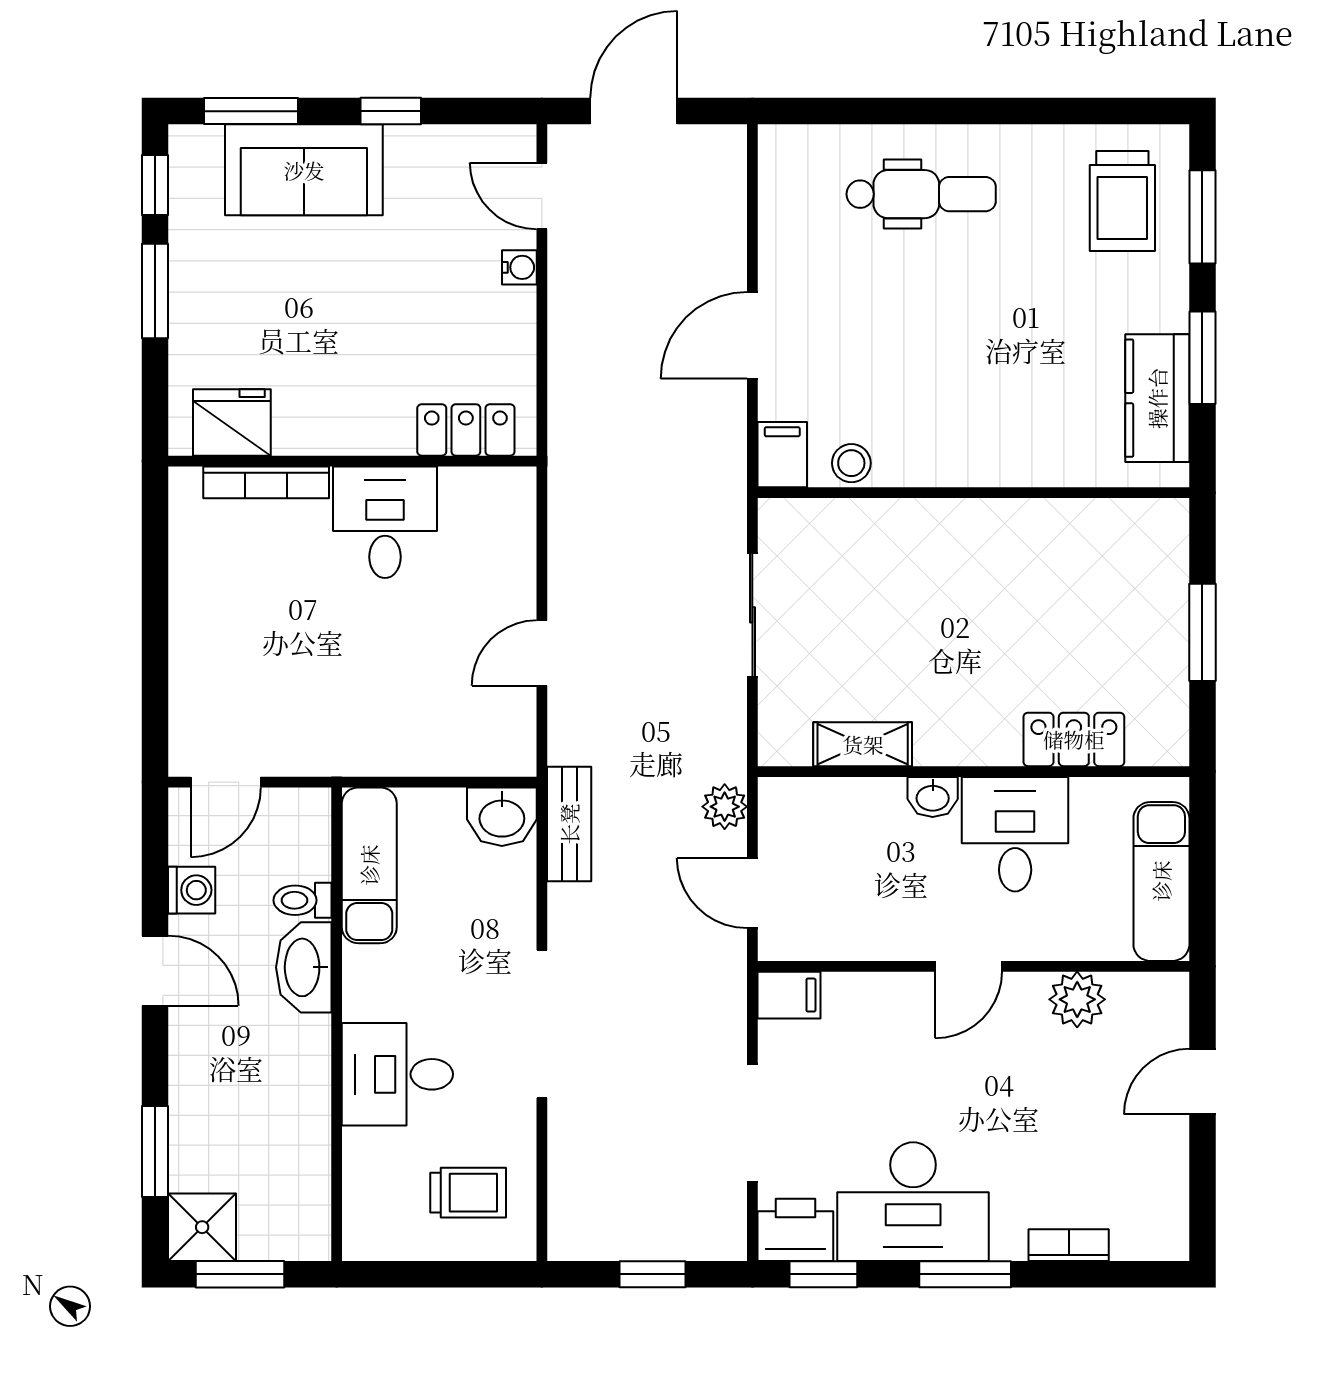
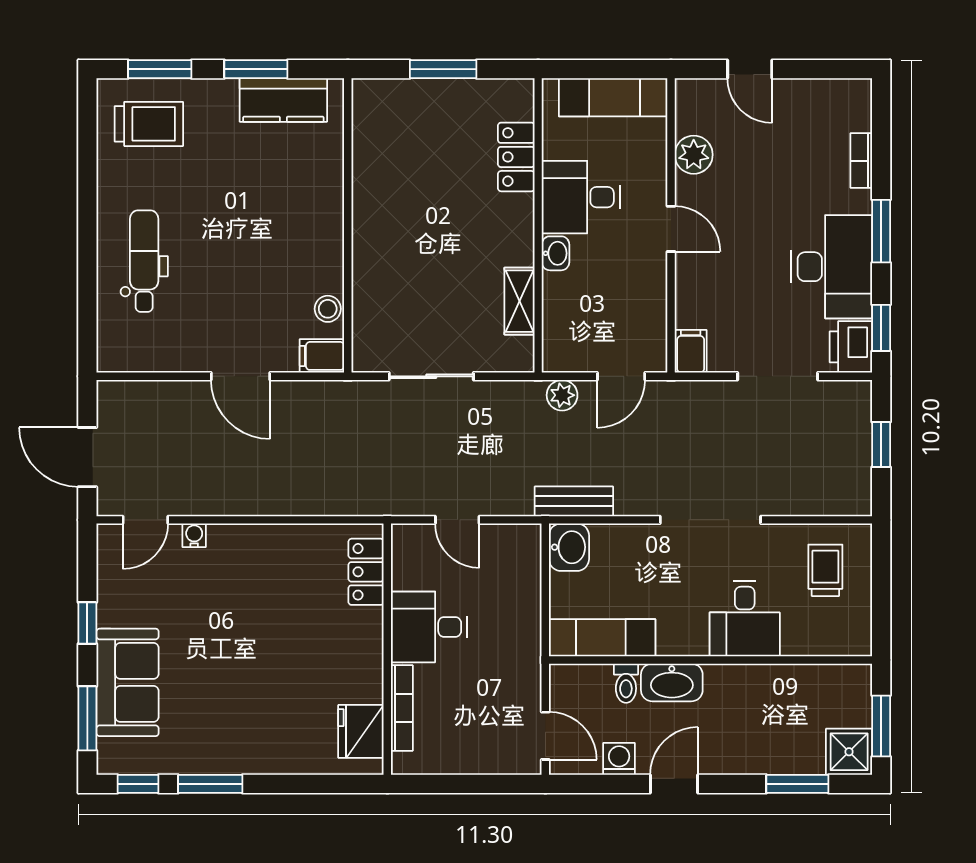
fridge: (232, 422) -> (361, 731), moved
locker: (466, 430) -> (366, 572), moved
wall: (352, 461) -> (387, 649), moved
bookcase: (266, 482) -> (402, 708), moved
desk: (385, 522) -> (429, 627), moved

